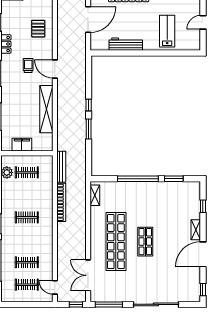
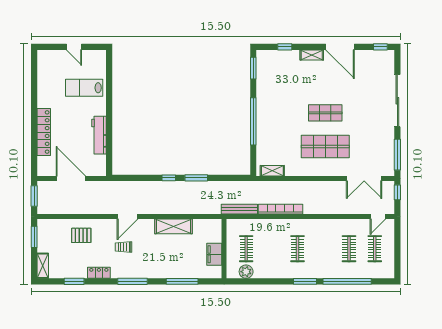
shelving: (46, 109) -> (174, 226), width x0.68
window: (174, 179) -> (253, 68), moved
shop shelf: (116, 242) -> (325, 147), width x0.71

